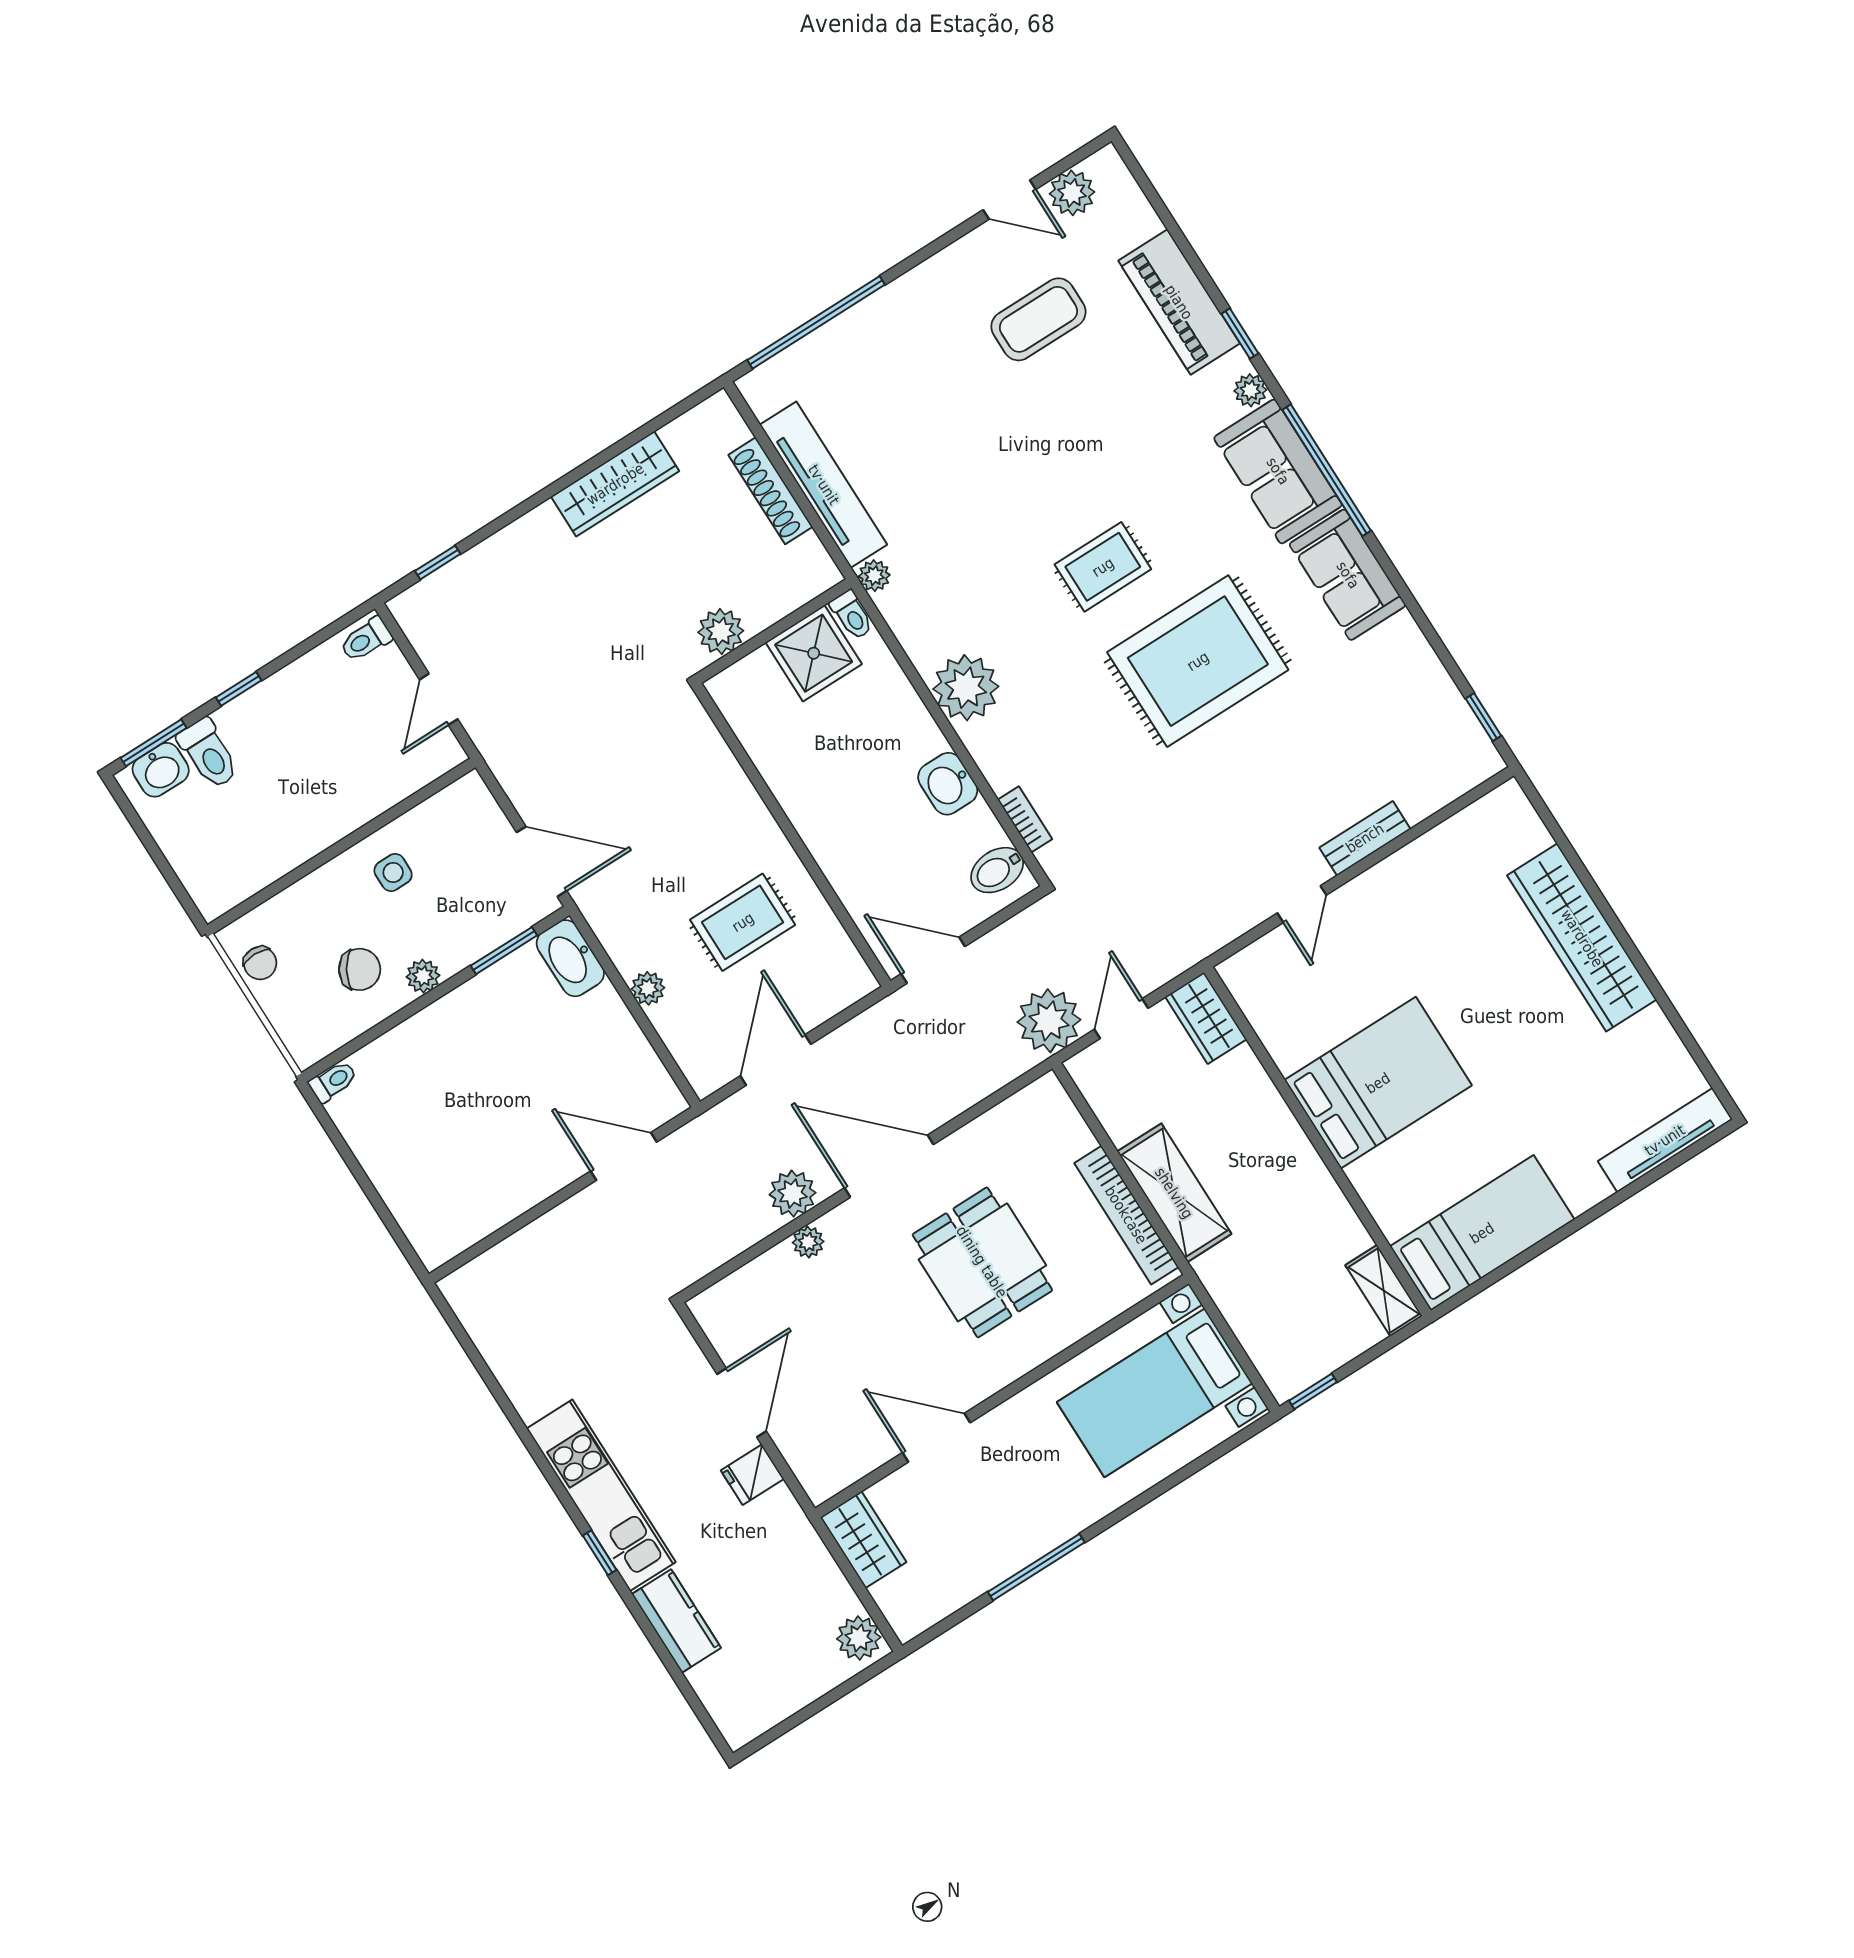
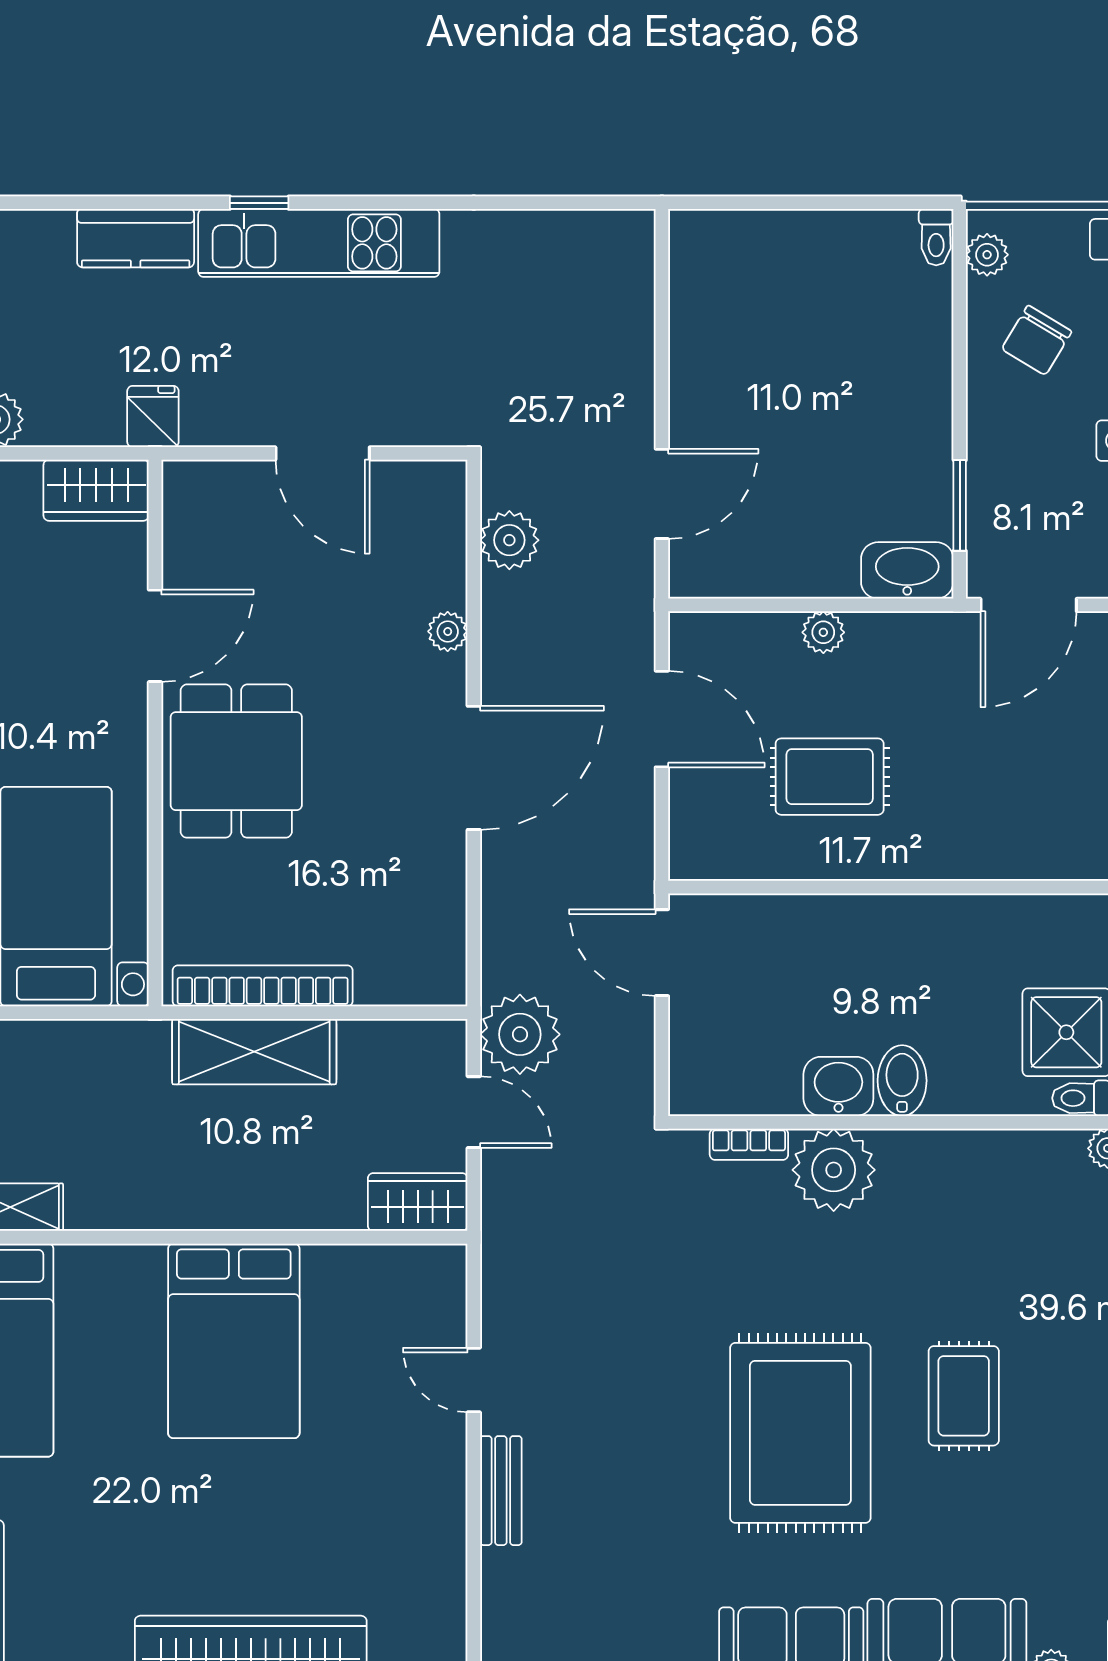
plant: (966, 688) -> (834, 1170), moved
bidet: (997, 870) -> (902, 1081), moved
rug: (743, 922) -> (830, 777), turned 90
door: (933, 960) -> (662, 953), swing flipped
plant: (423, 976) -> (987, 255), moved
plant: (793, 1194) -> (509, 540), moved
dining table: (982, 1262) -> (236, 761), moved, turned 90
fridge: (752, 1475) -> (153, 416), moved

